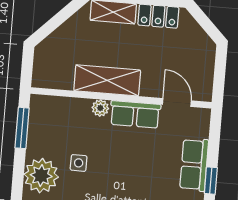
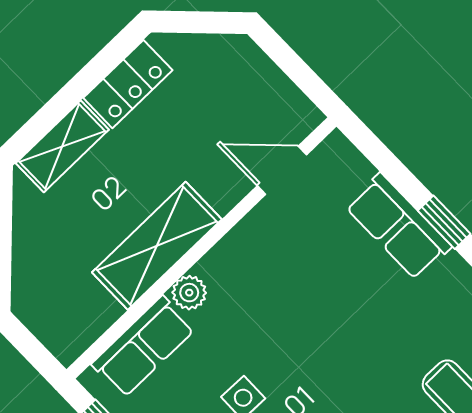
row of seats: (135, 114) -> (143, 347), moved

